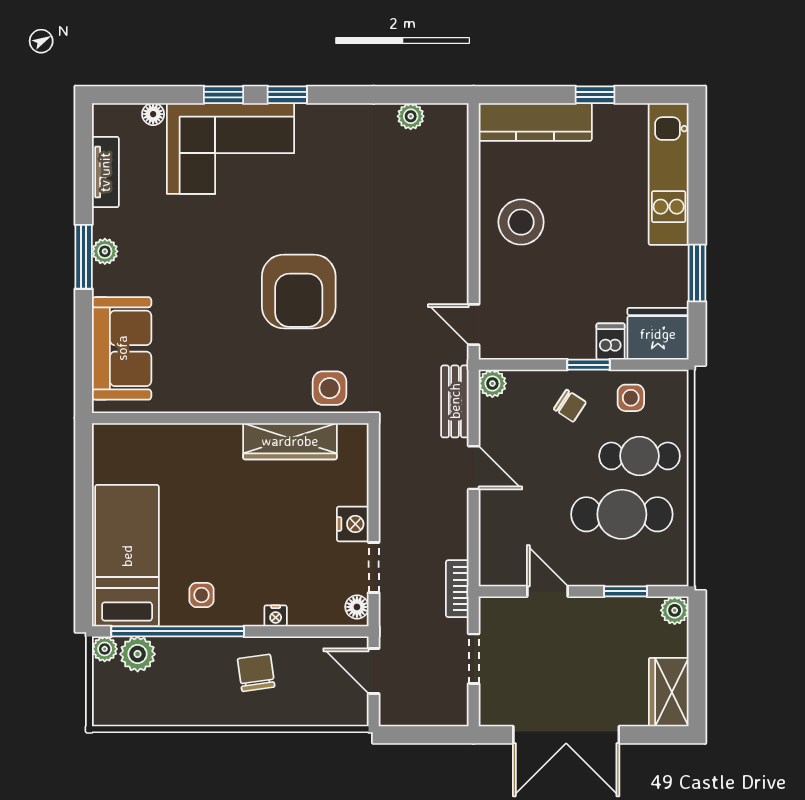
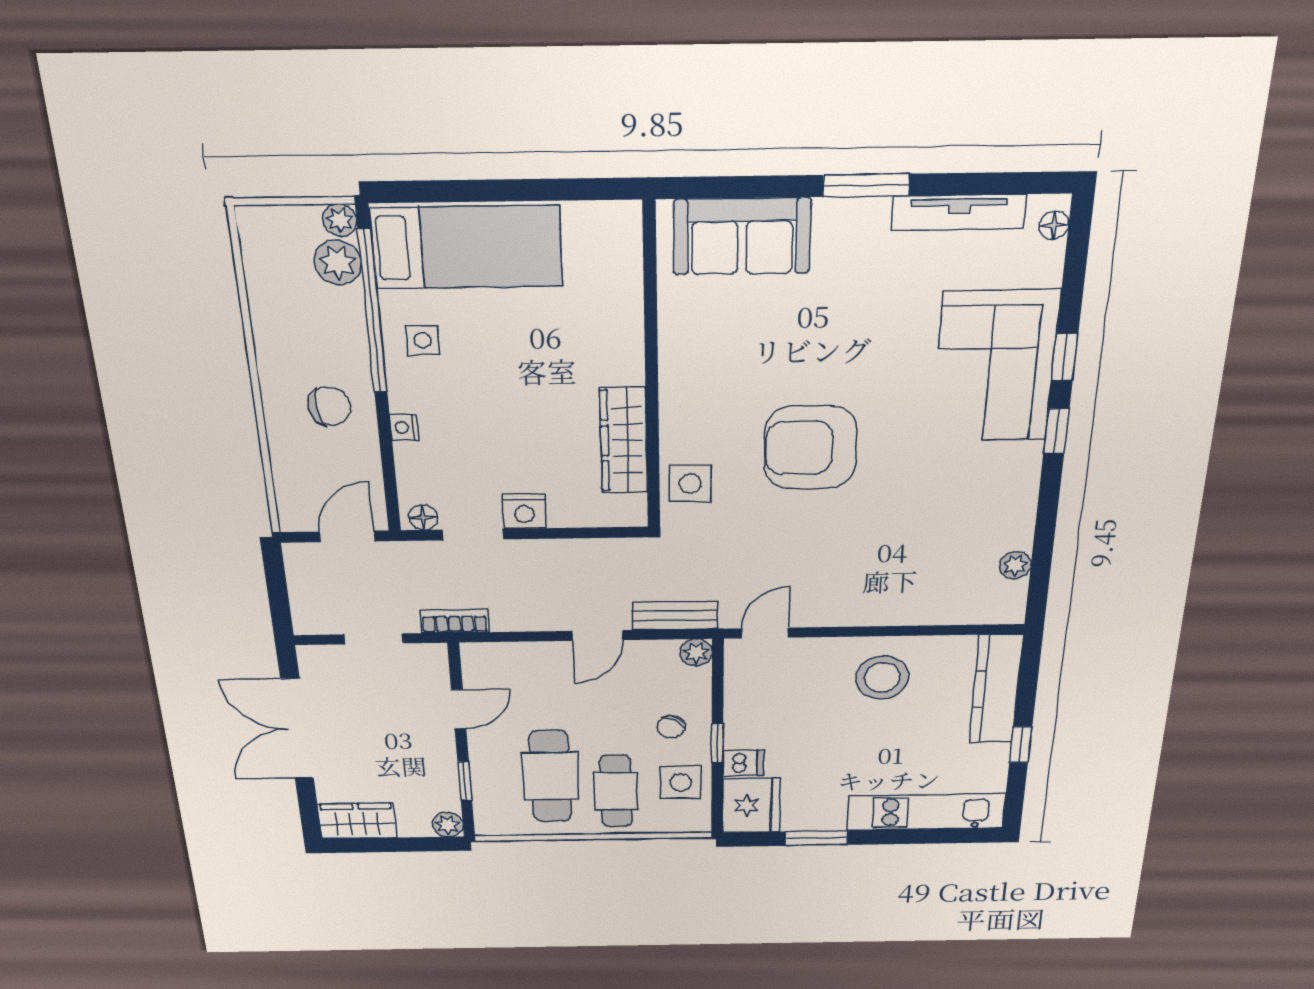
floor lamp: (153, 114) -> (1054, 225), moved
tv unit: (105, 172) -> (959, 212), width x1.41
plant: (105, 251) -> (872, 213), removed
side table: (631, 398) -> (680, 782), width x1.37, depth x1.37

